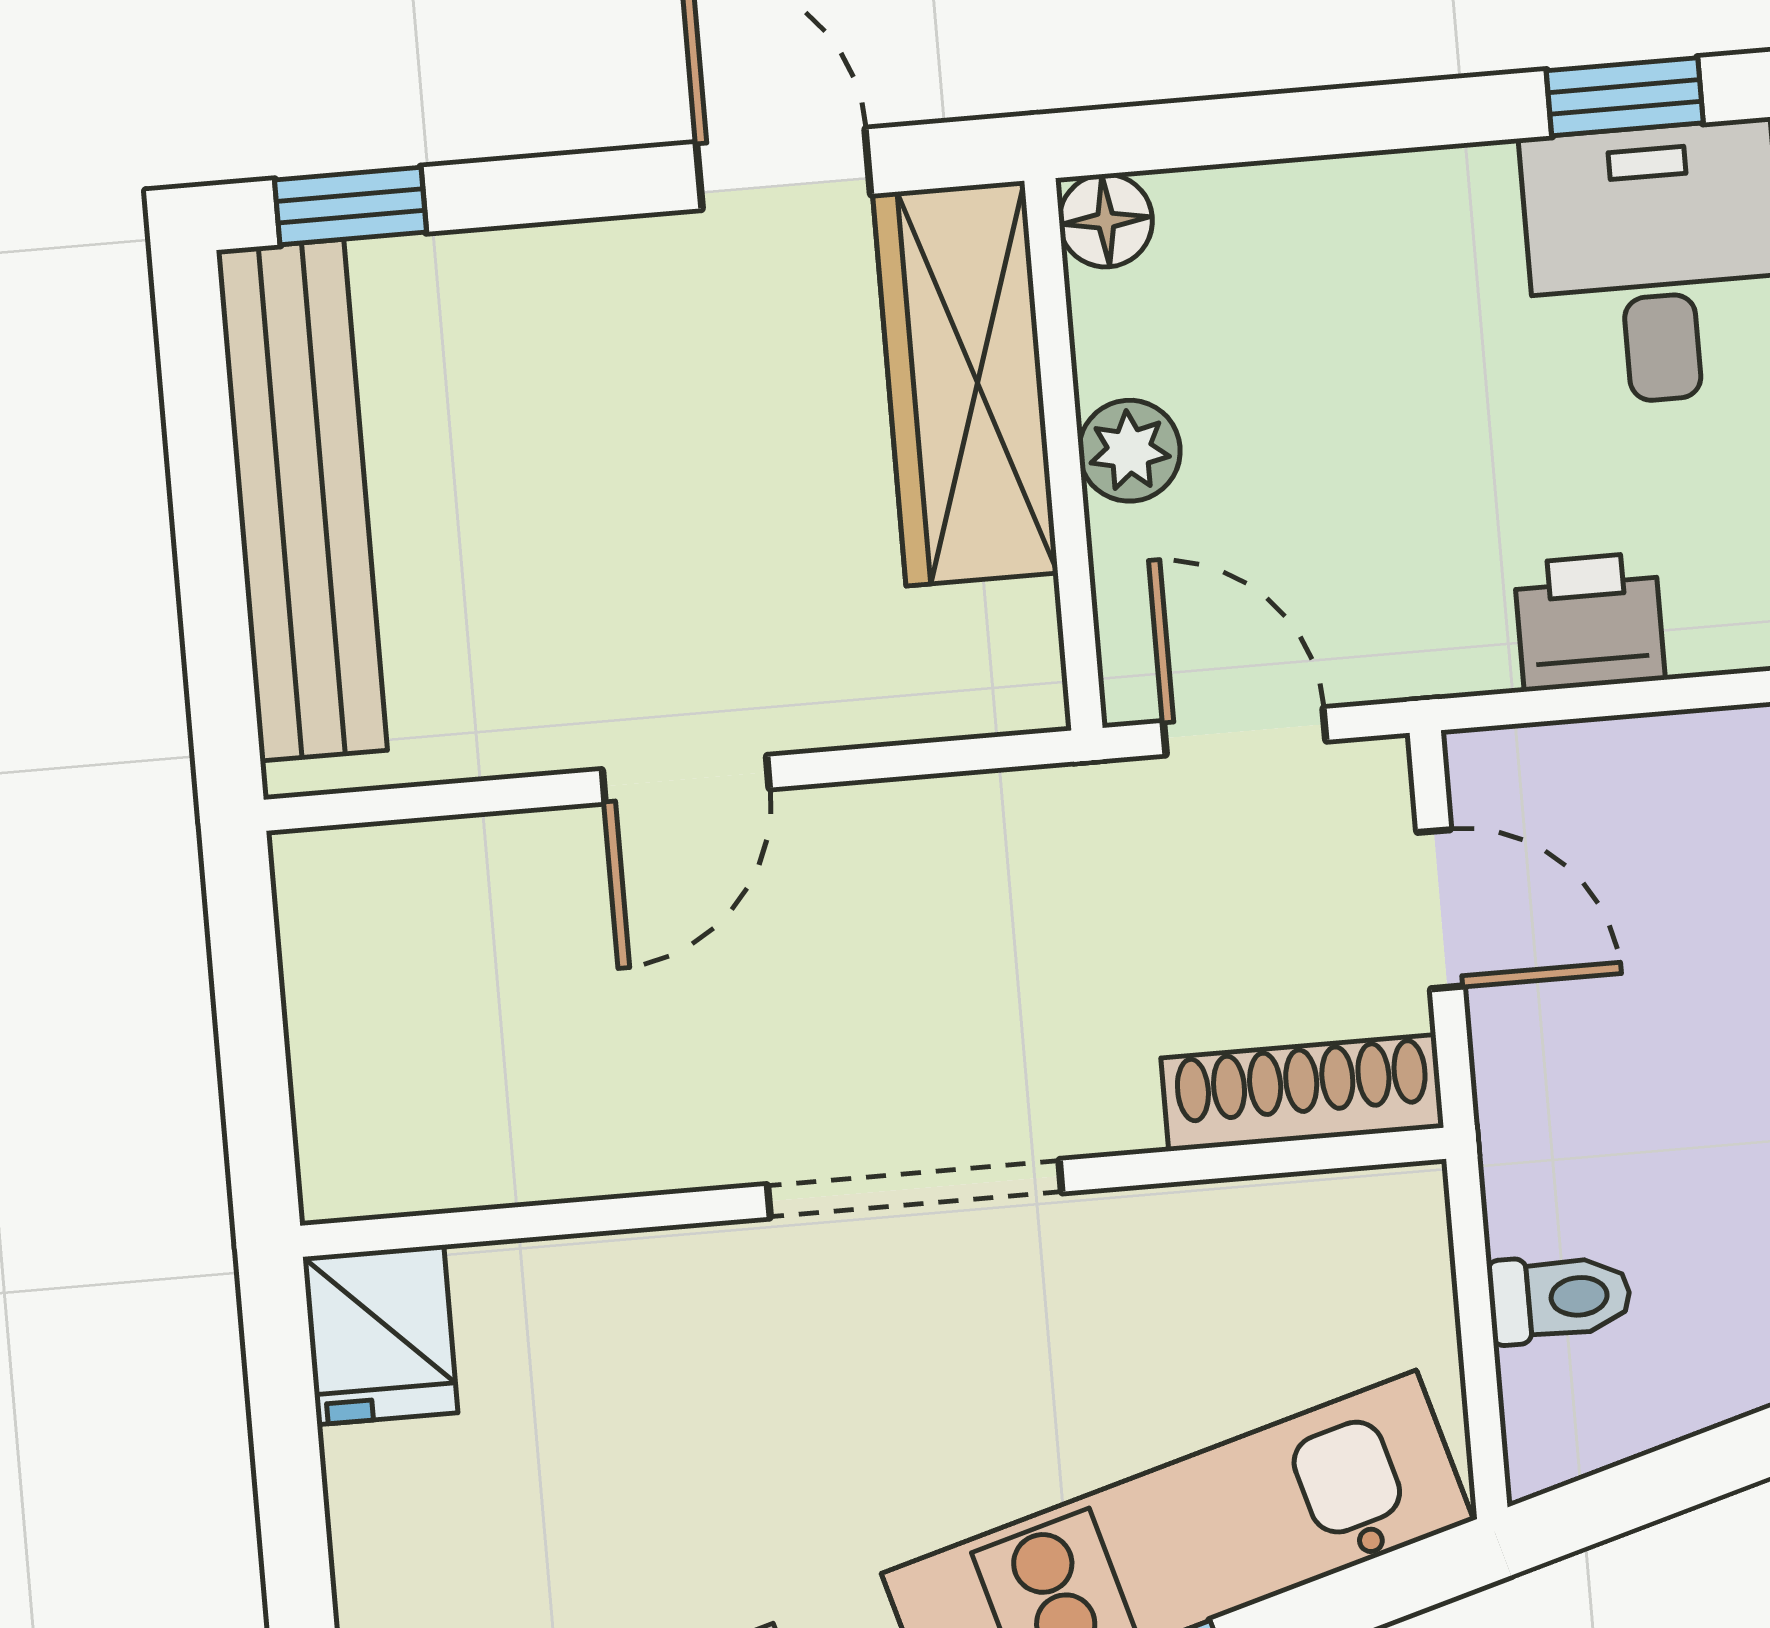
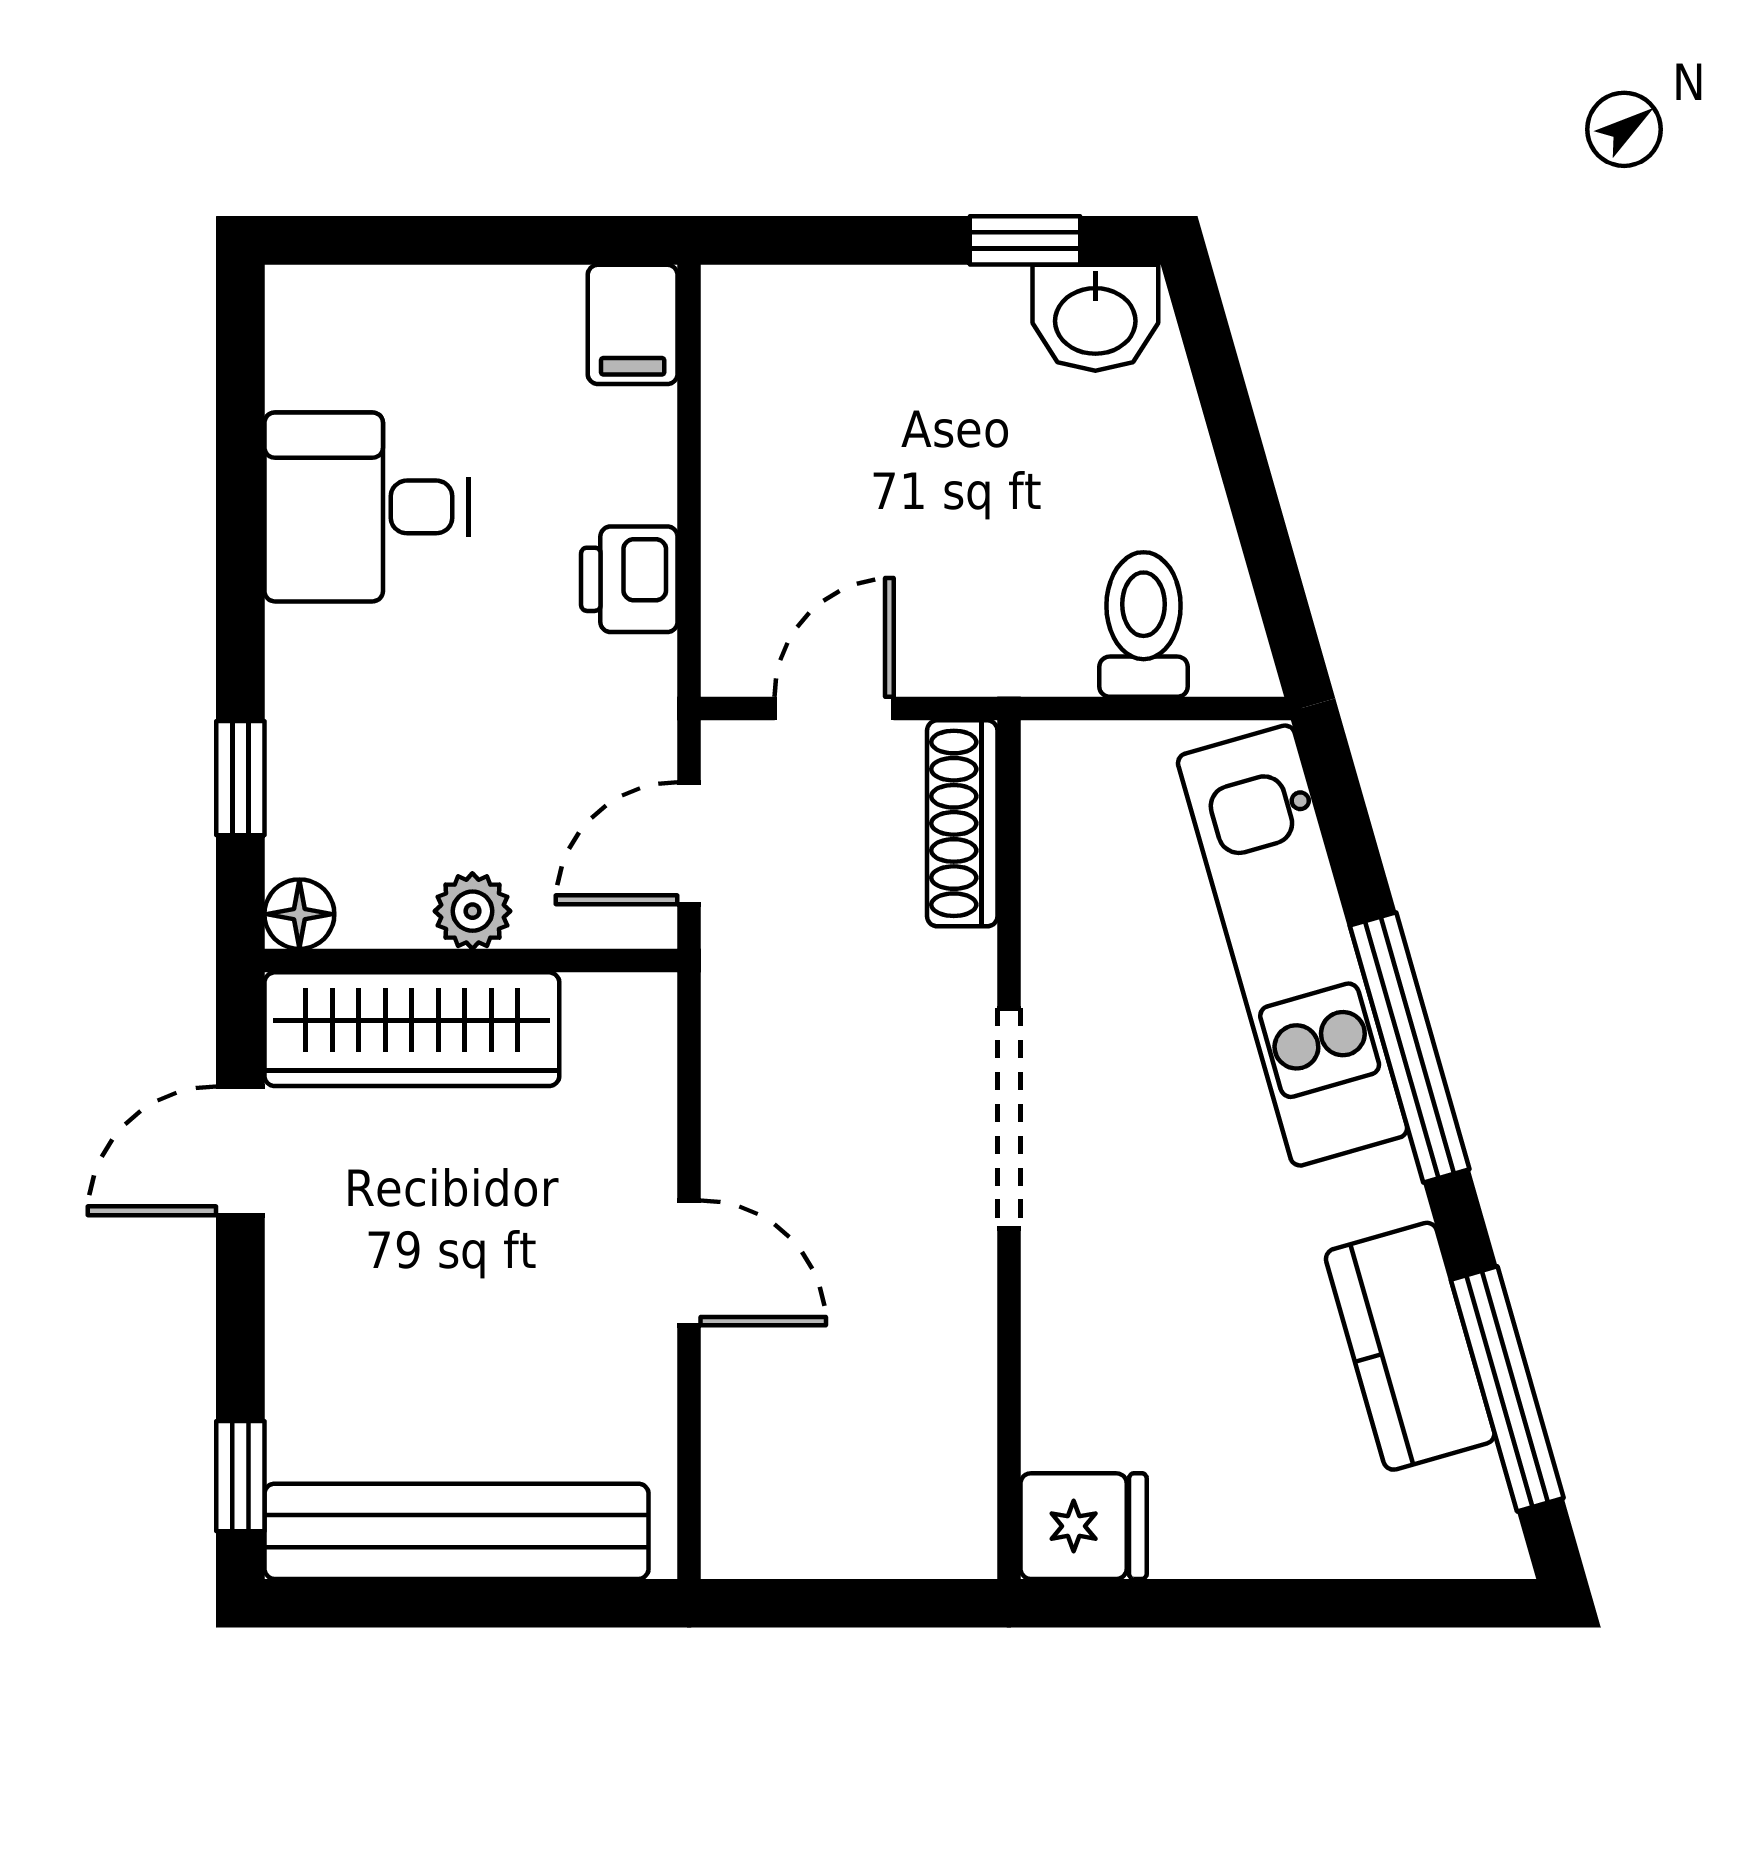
window: (1625, 97) -> (240, 778), moved
toilet: (1560, 1298) -> (1144, 625), width x1.37, depth x1.39

